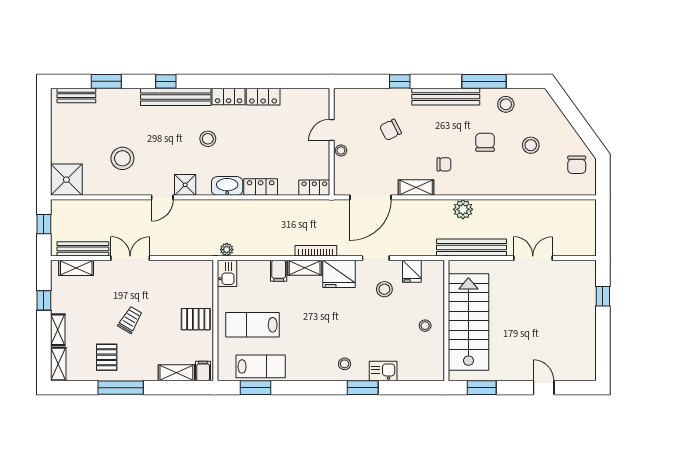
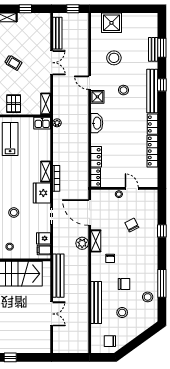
bench: (76, 96) -> (153, 49), moved
locker: (263, 97) -> (152, 151), width x1.53
bench: (446, 97) -> (96, 303), moved
stool: (208, 139) -> (124, 90), moved
shower: (66, 180) -> (111, 23), moved
locker: (261, 187) -> (96, 157), moved
plant: (463, 209) -> (82, 243), moved
shelving: (76, 268) -> (46, 104), moved
filing cabinet: (279, 271) -> (44, 250), moved
stool: (384, 289) -> (14, 213), moved
window: (603, 296) -> (10, 357), moved

